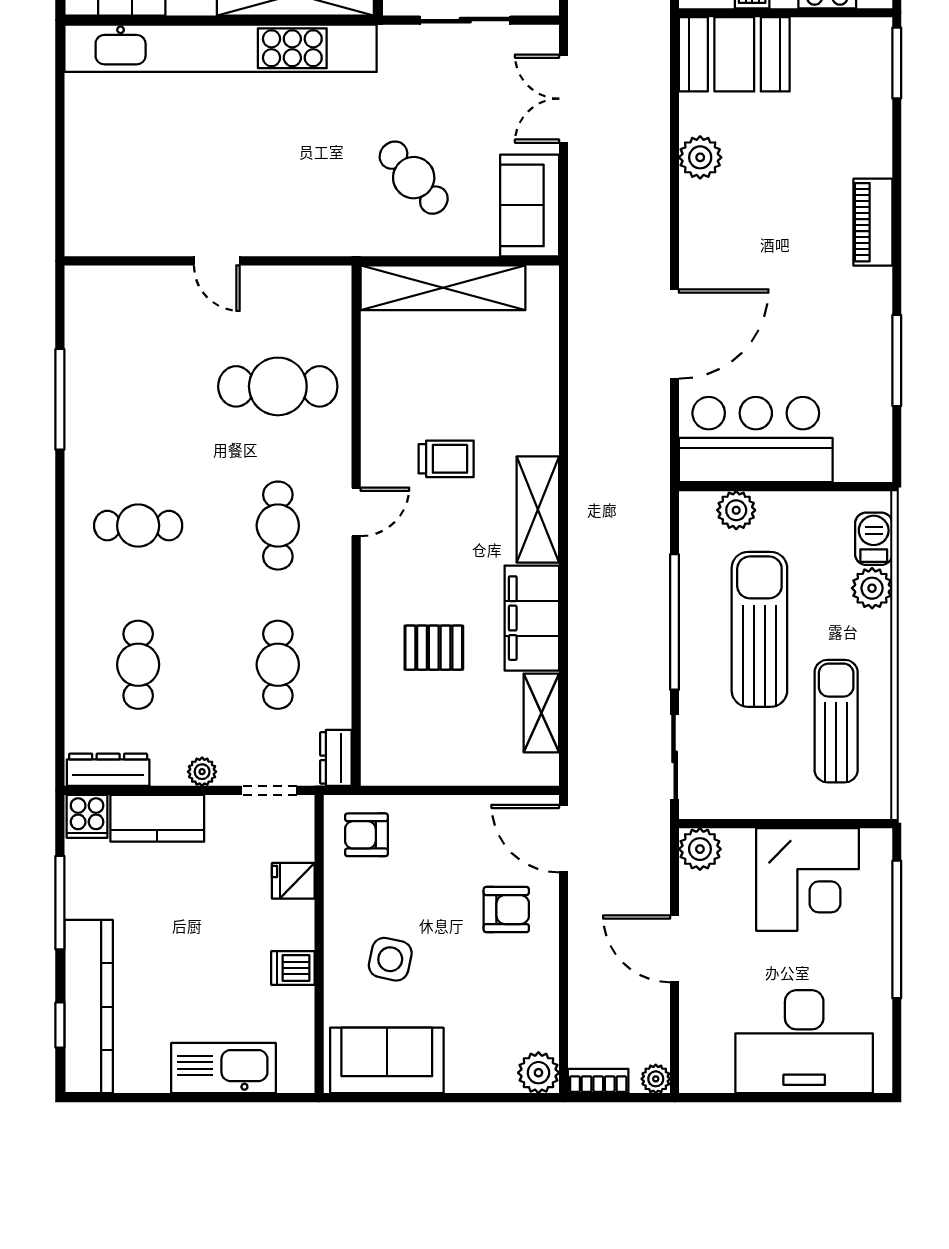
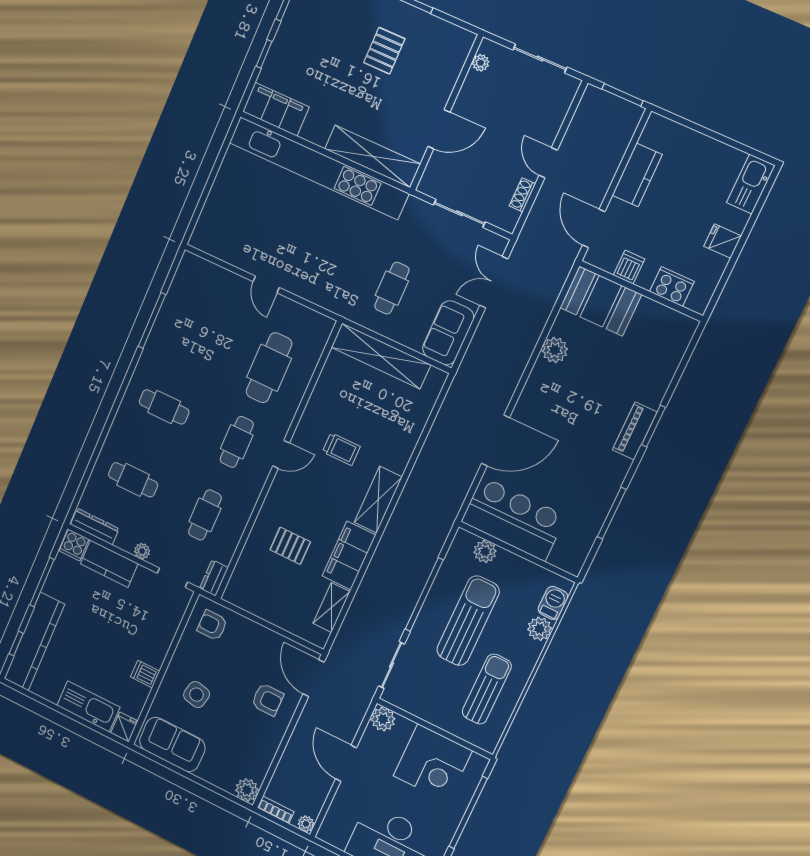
window: (897, 63) -> (653, 426), moved
cafe table: (414, 178) -> (392, 288), turned 42
cafe table: (278, 386) -> (269, 368), turned 90
cafe table: (138, 665) -> (133, 480), turned 90
fridge: (293, 881) -> (124, 727), moved, turned 90

